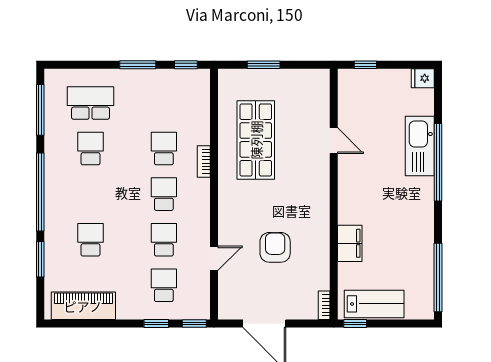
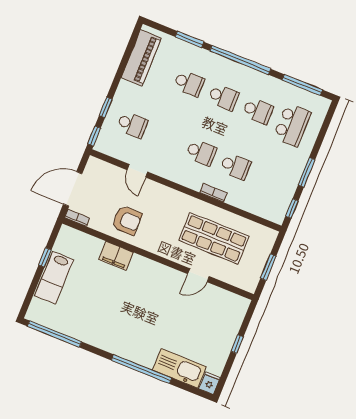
door: (334, 141) -> (198, 275), moved
kitchen sink: (420, 146) -> (179, 368), moved
wall: (334, 194) -> (158, 259), moved
school desk: (164, 240) -> (223, 97), moved
filing cabinet: (350, 243) -> (116, 256), moved
bookcase: (324, 305) -> (77, 218), moved

